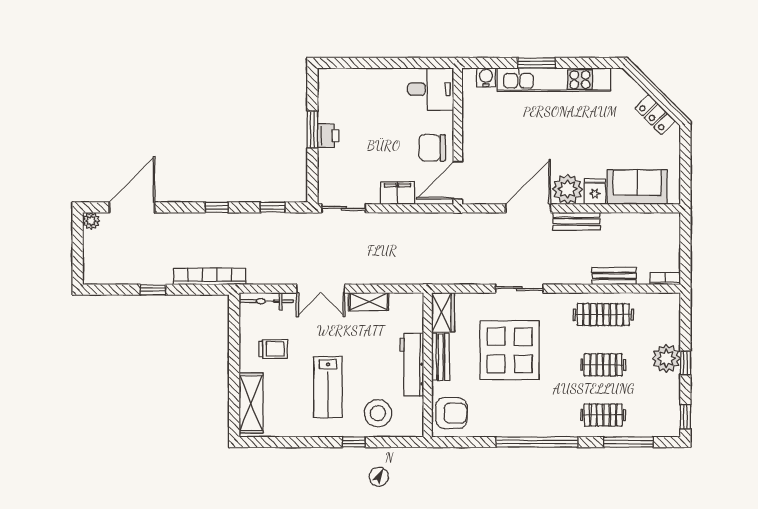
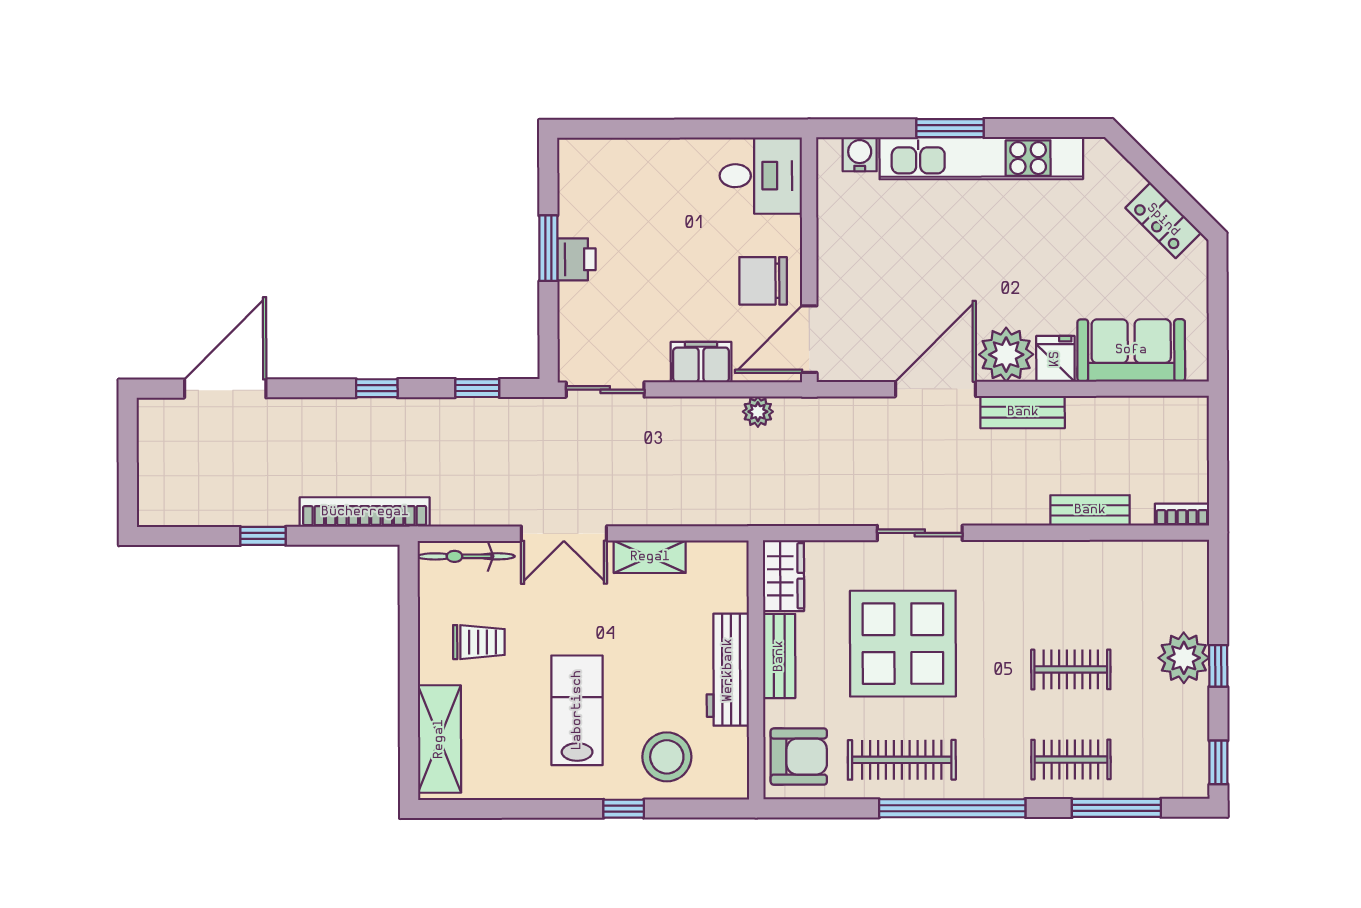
plant: (91, 221) -> (758, 412), moved
clothes rail: (603, 315) -> (902, 760), moved
lab bench: (328, 387) -> (577, 710), turned 180

